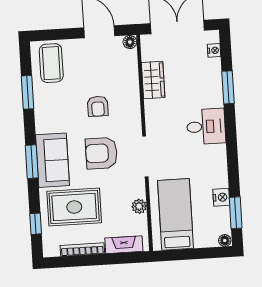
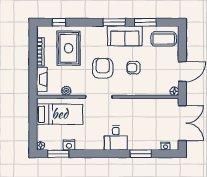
wardrobe: (153, 80) -> (148, 105), removed
sofa: (52, 160) -> (125, 36), moved
window: (32, 162) -> (114, 22), moved

